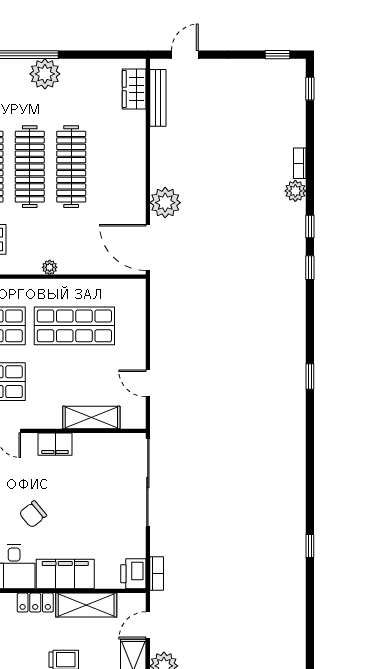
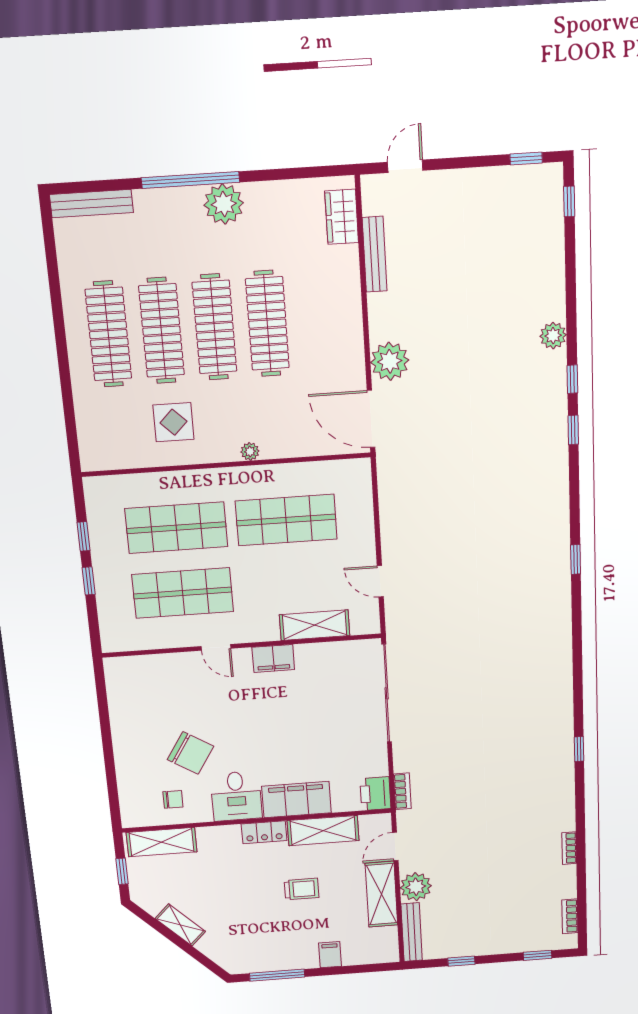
bench: (158, 98) -> (375, 254), moved
bookcase: (300, 163) -> (569, 848), moved
chair: (33, 514) -> (253, 738), removed

